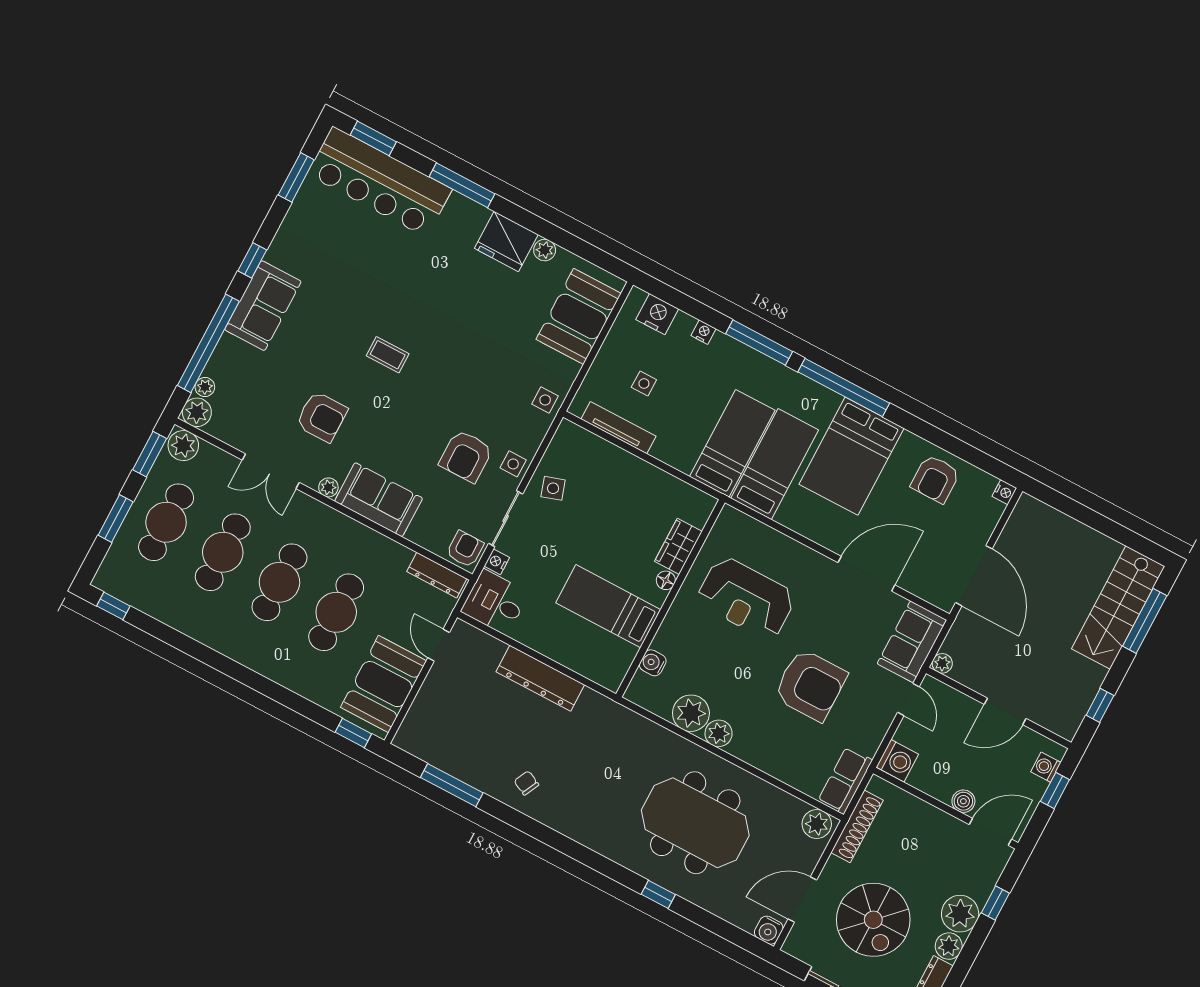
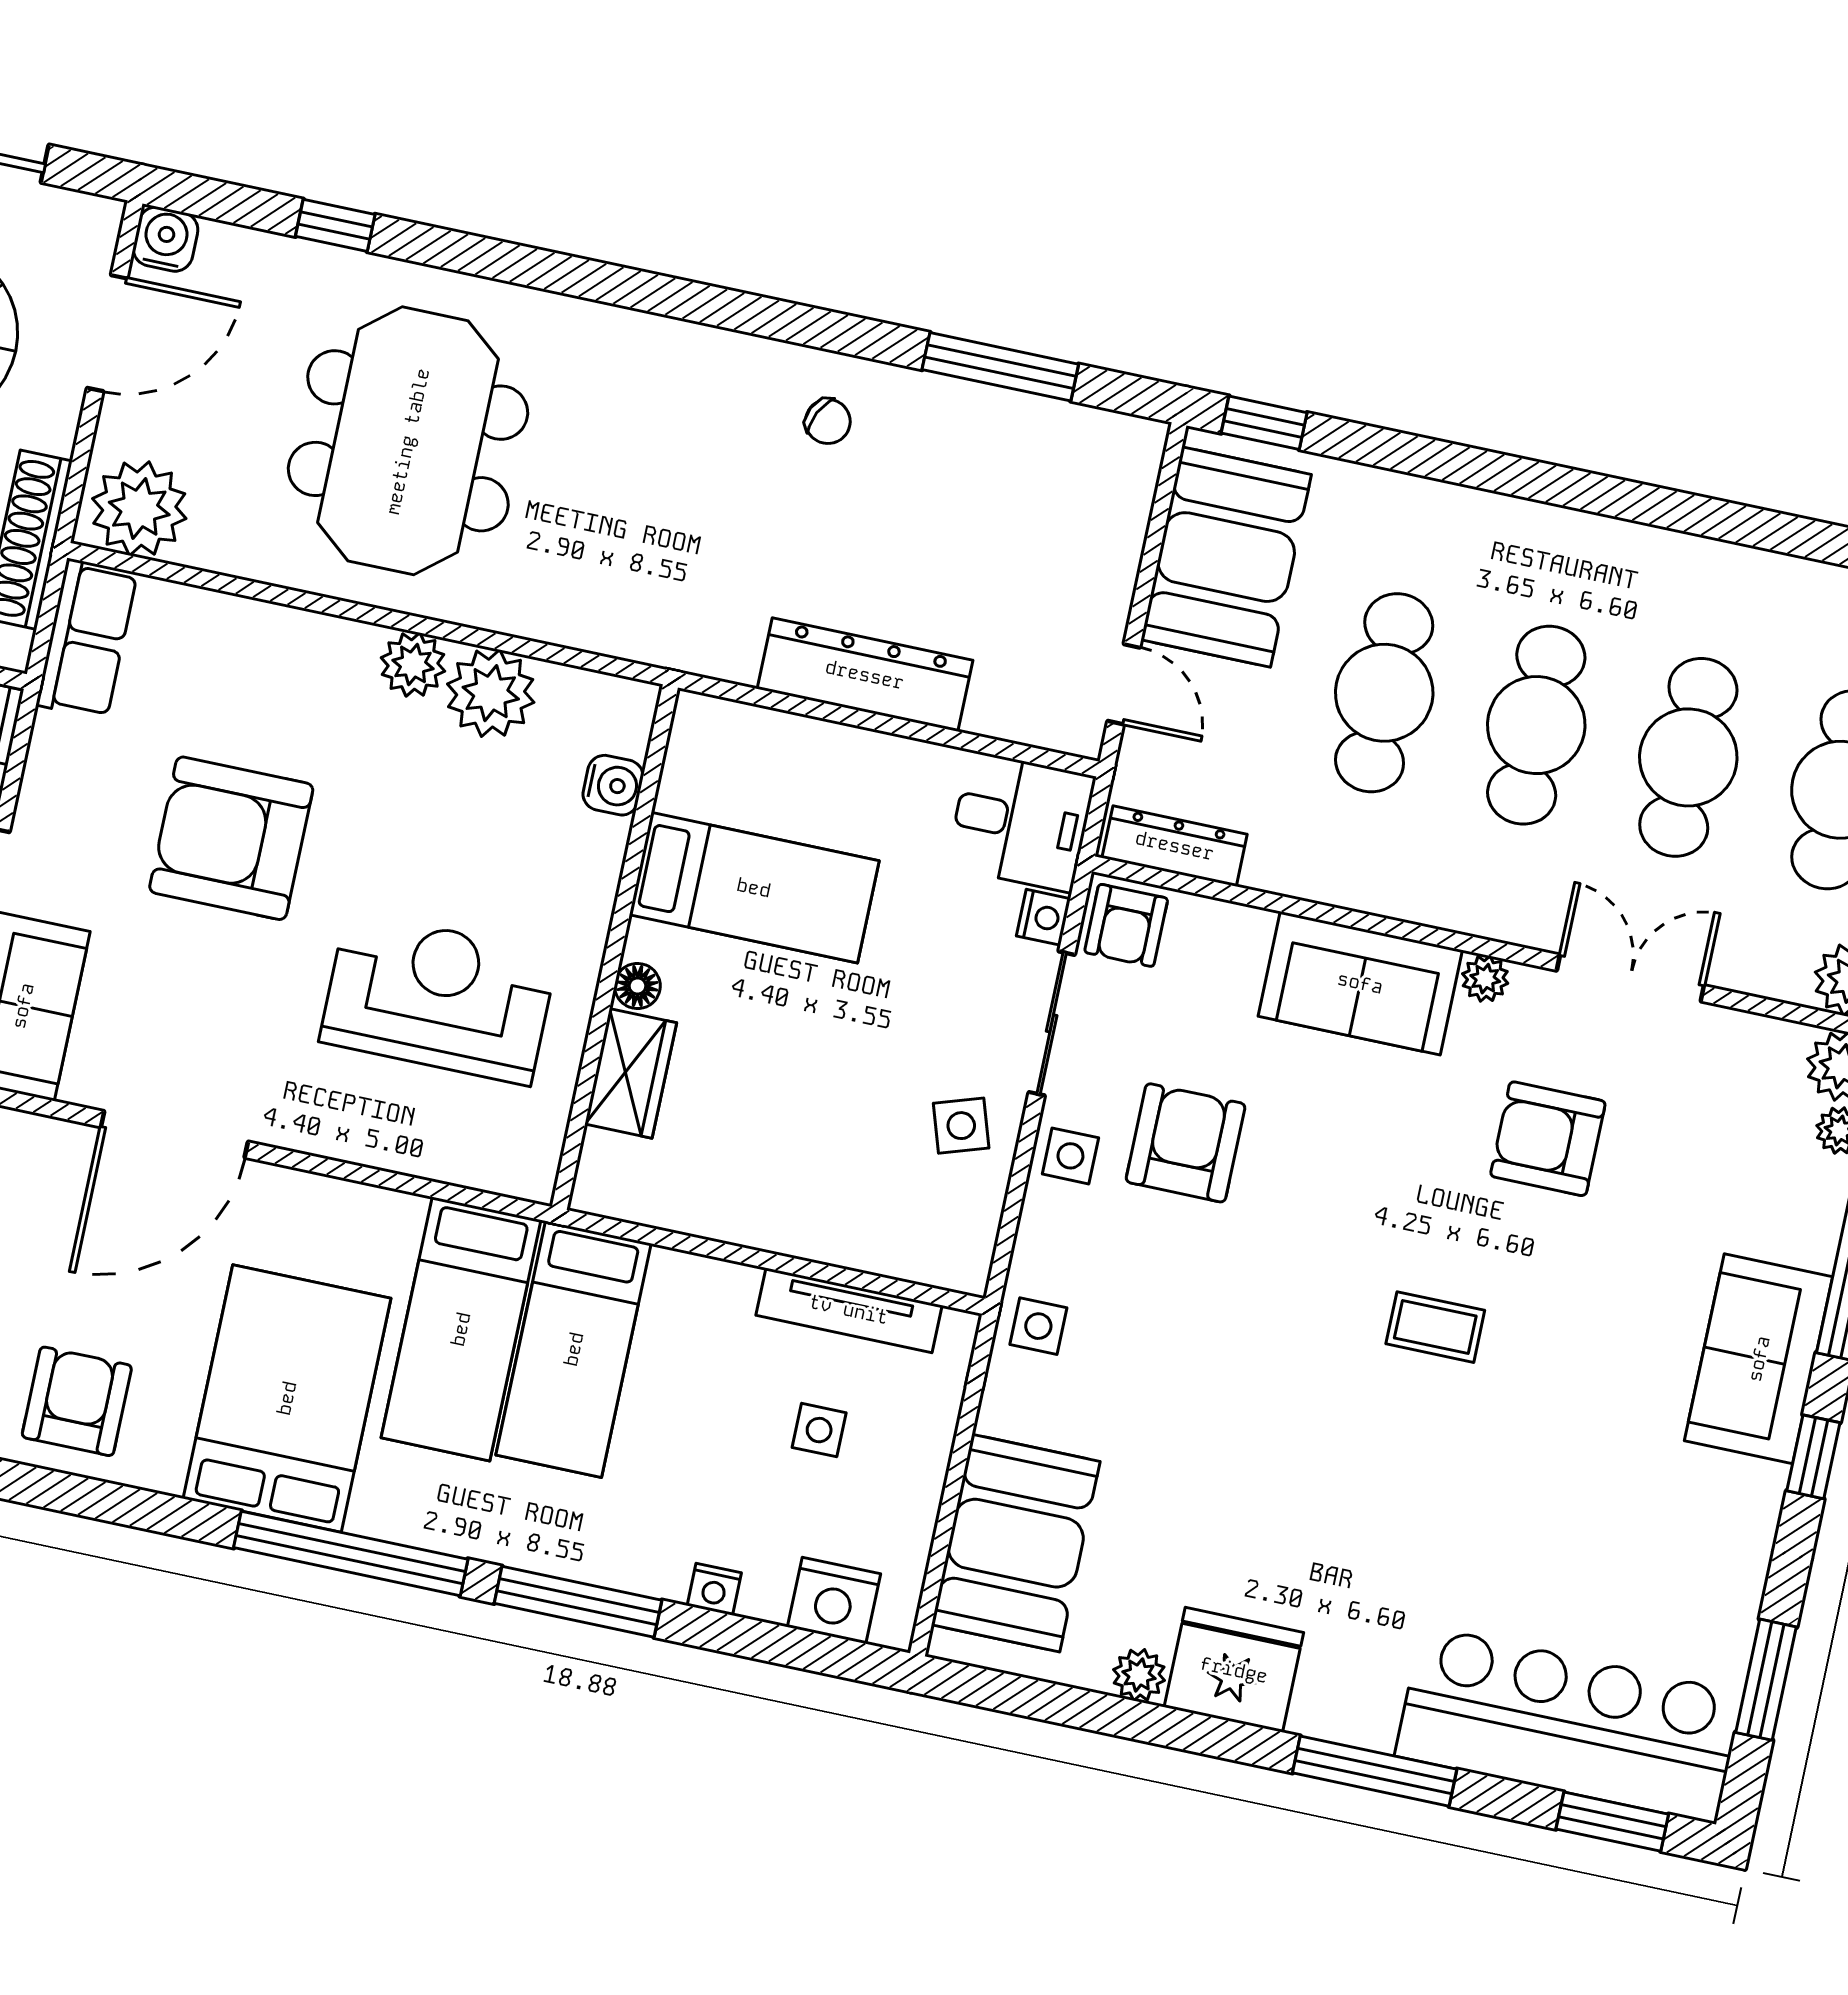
meeting table: (695, 823) -> (408, 441), turned 90
plant: (817, 824) -> (139, 509), width x1.36, depth x1.36
window: (658, 894) -> (335, 225), moved

